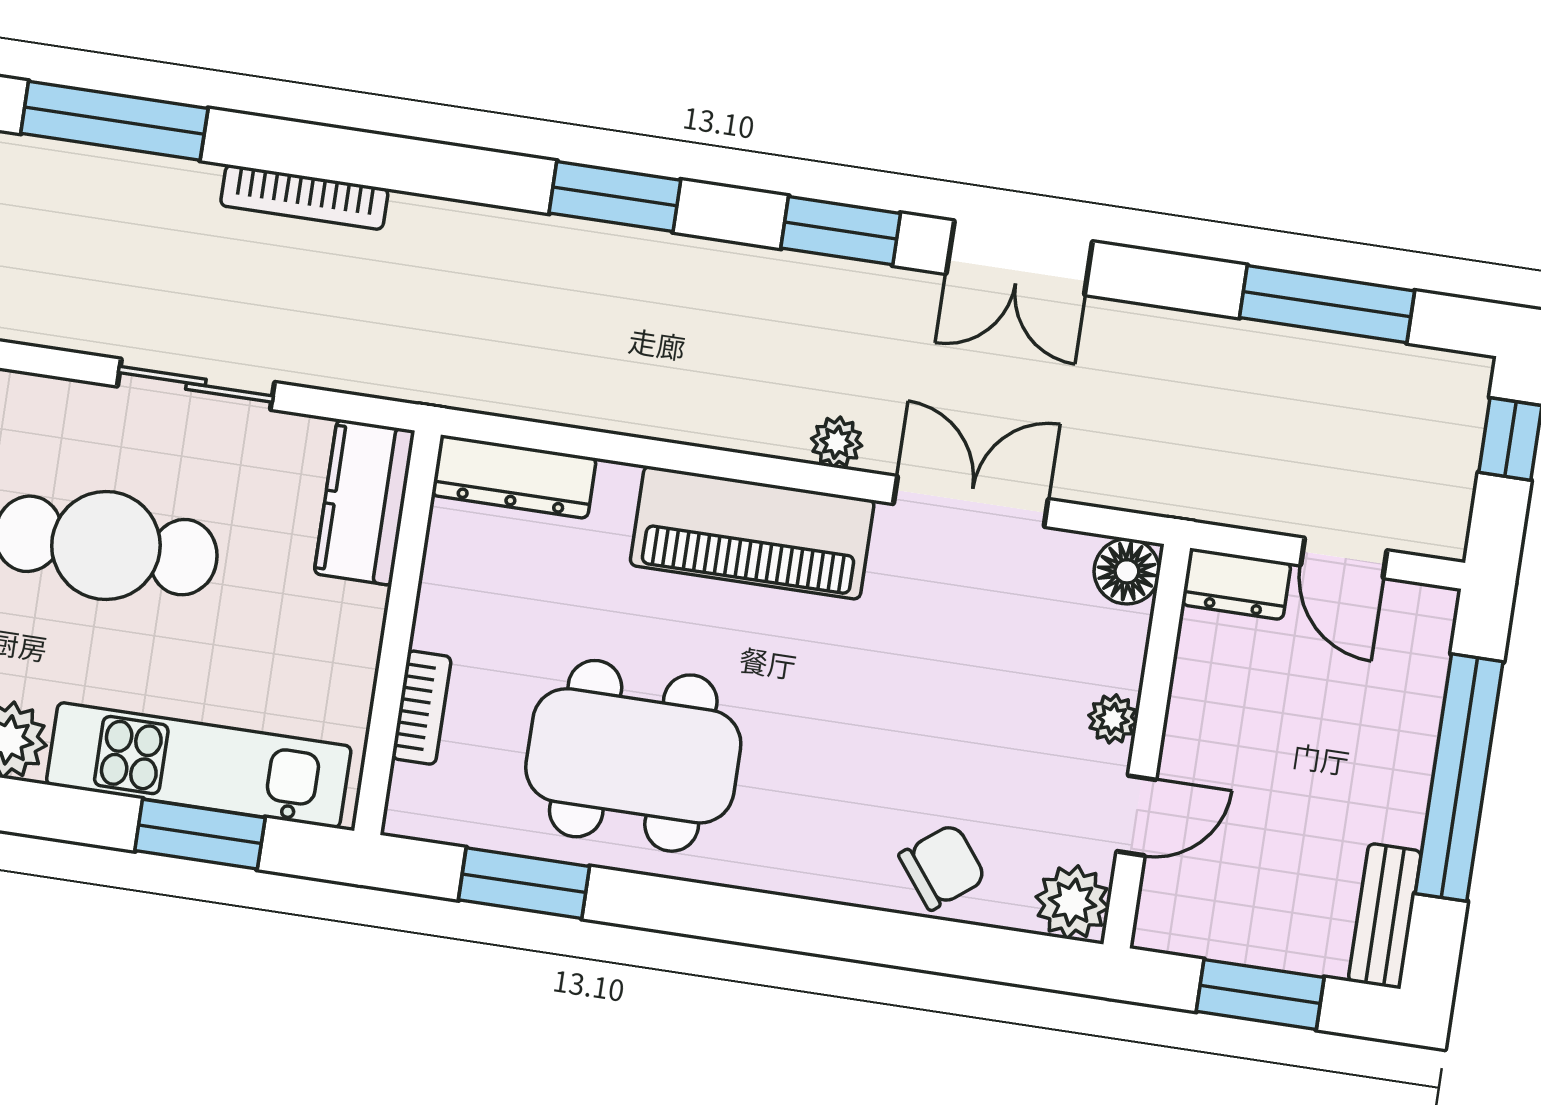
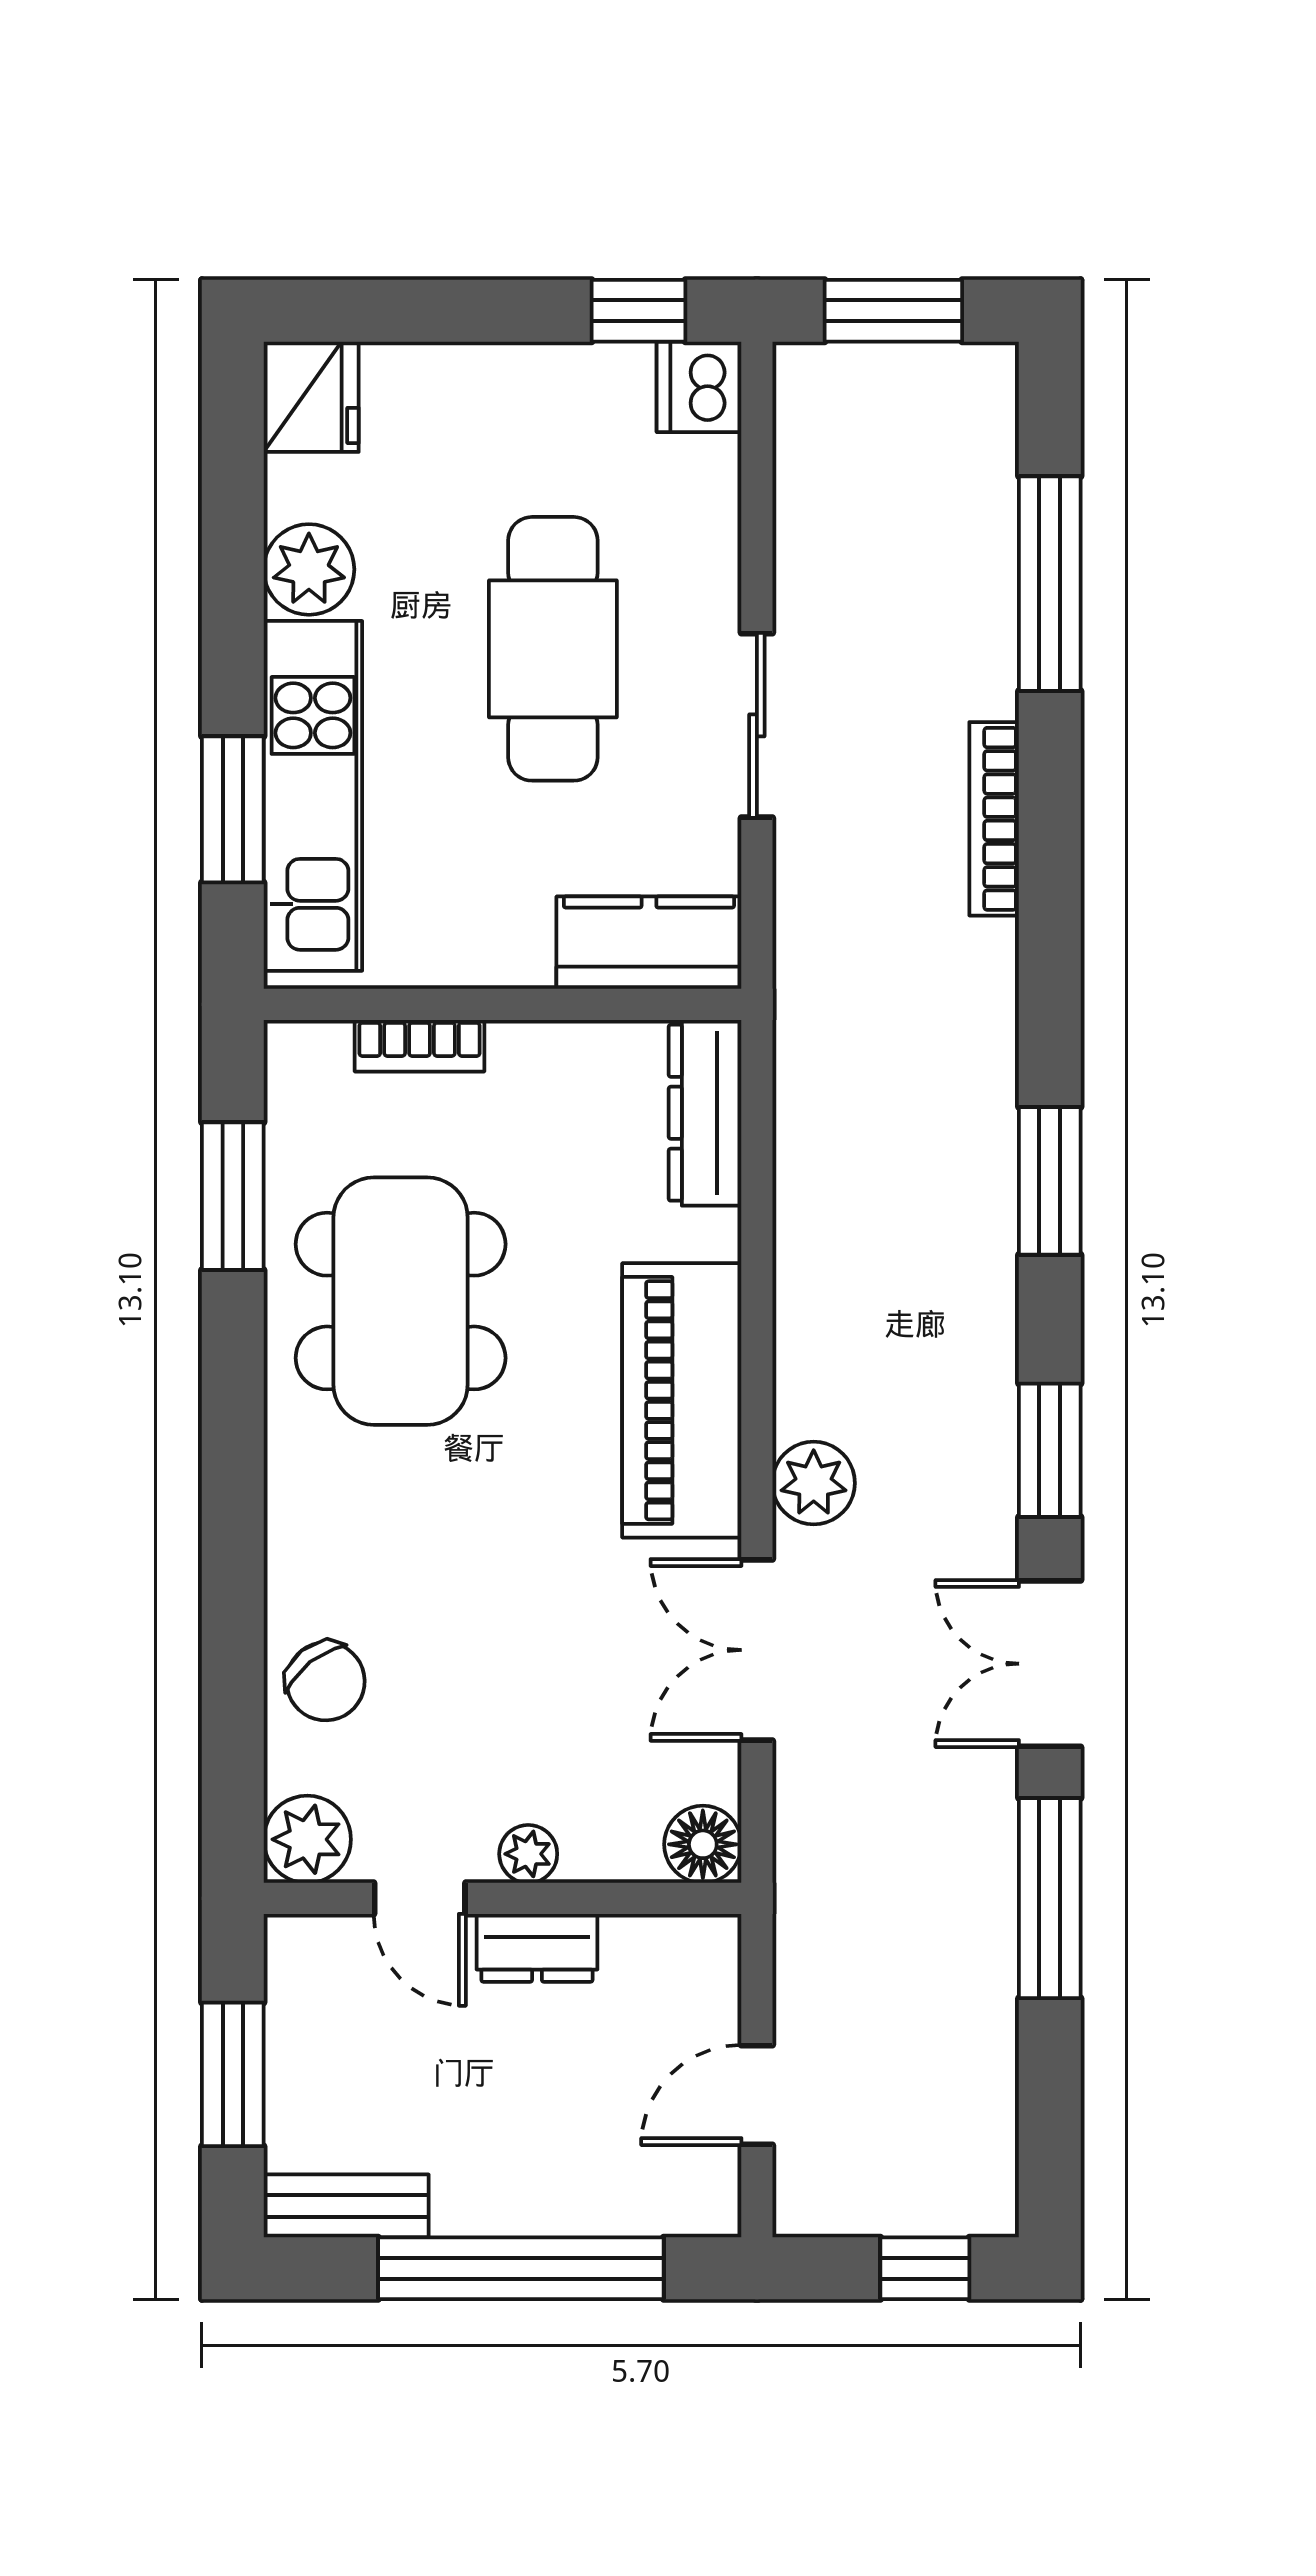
window: (1327, 304) -> (1050, 1898), moved
plant: (837, 442) -> (814, 1483), width x1.38, depth x1.38
double door: (971, 501) -> (757, 1650), swing flipped
dresser: (1236, 584) -> (537, 1948), moved, turned -90

